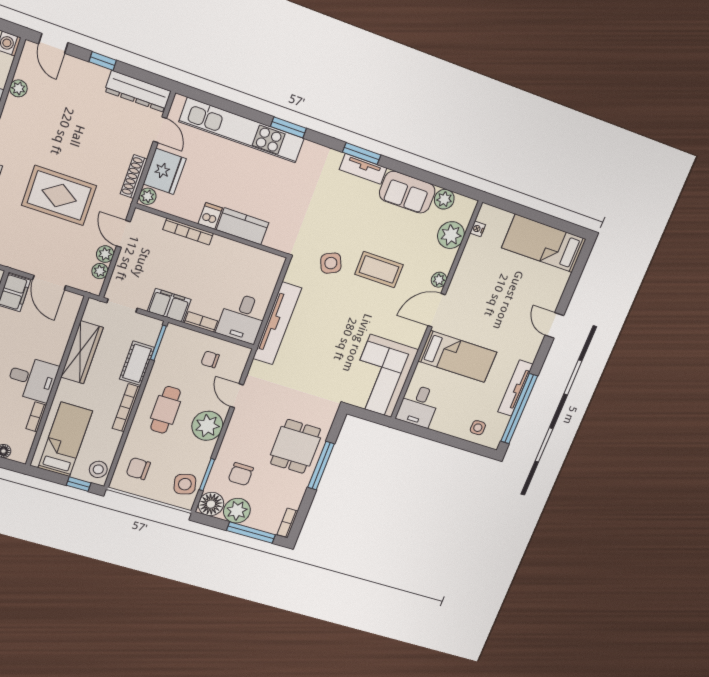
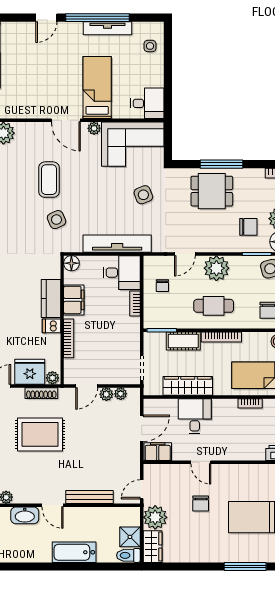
rug: (59, 196) -> (40, 434), moved, turned 90
floor lamp: (275, 264) -> (71, 263), added
plant: (439, 280) -> (94, 128), moved
filing cabinet: (169, 305) -> (74, 300), moved, turned 180
side table: (321, 370) -> (143, 195), added
desk: (32, 379) -> (195, 416), moved
window: (519, 409) -> (98, 18), moved

